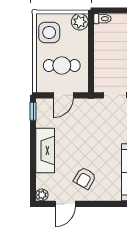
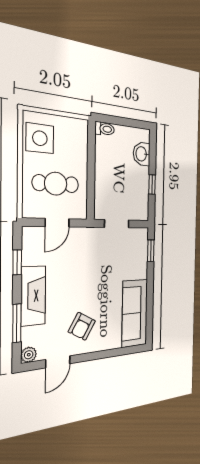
plant: (80, 22) -> (78, 129), removed
window: (33, 111) -> (17, 262), moved
window: (33, 170) -> (17, 323), added

